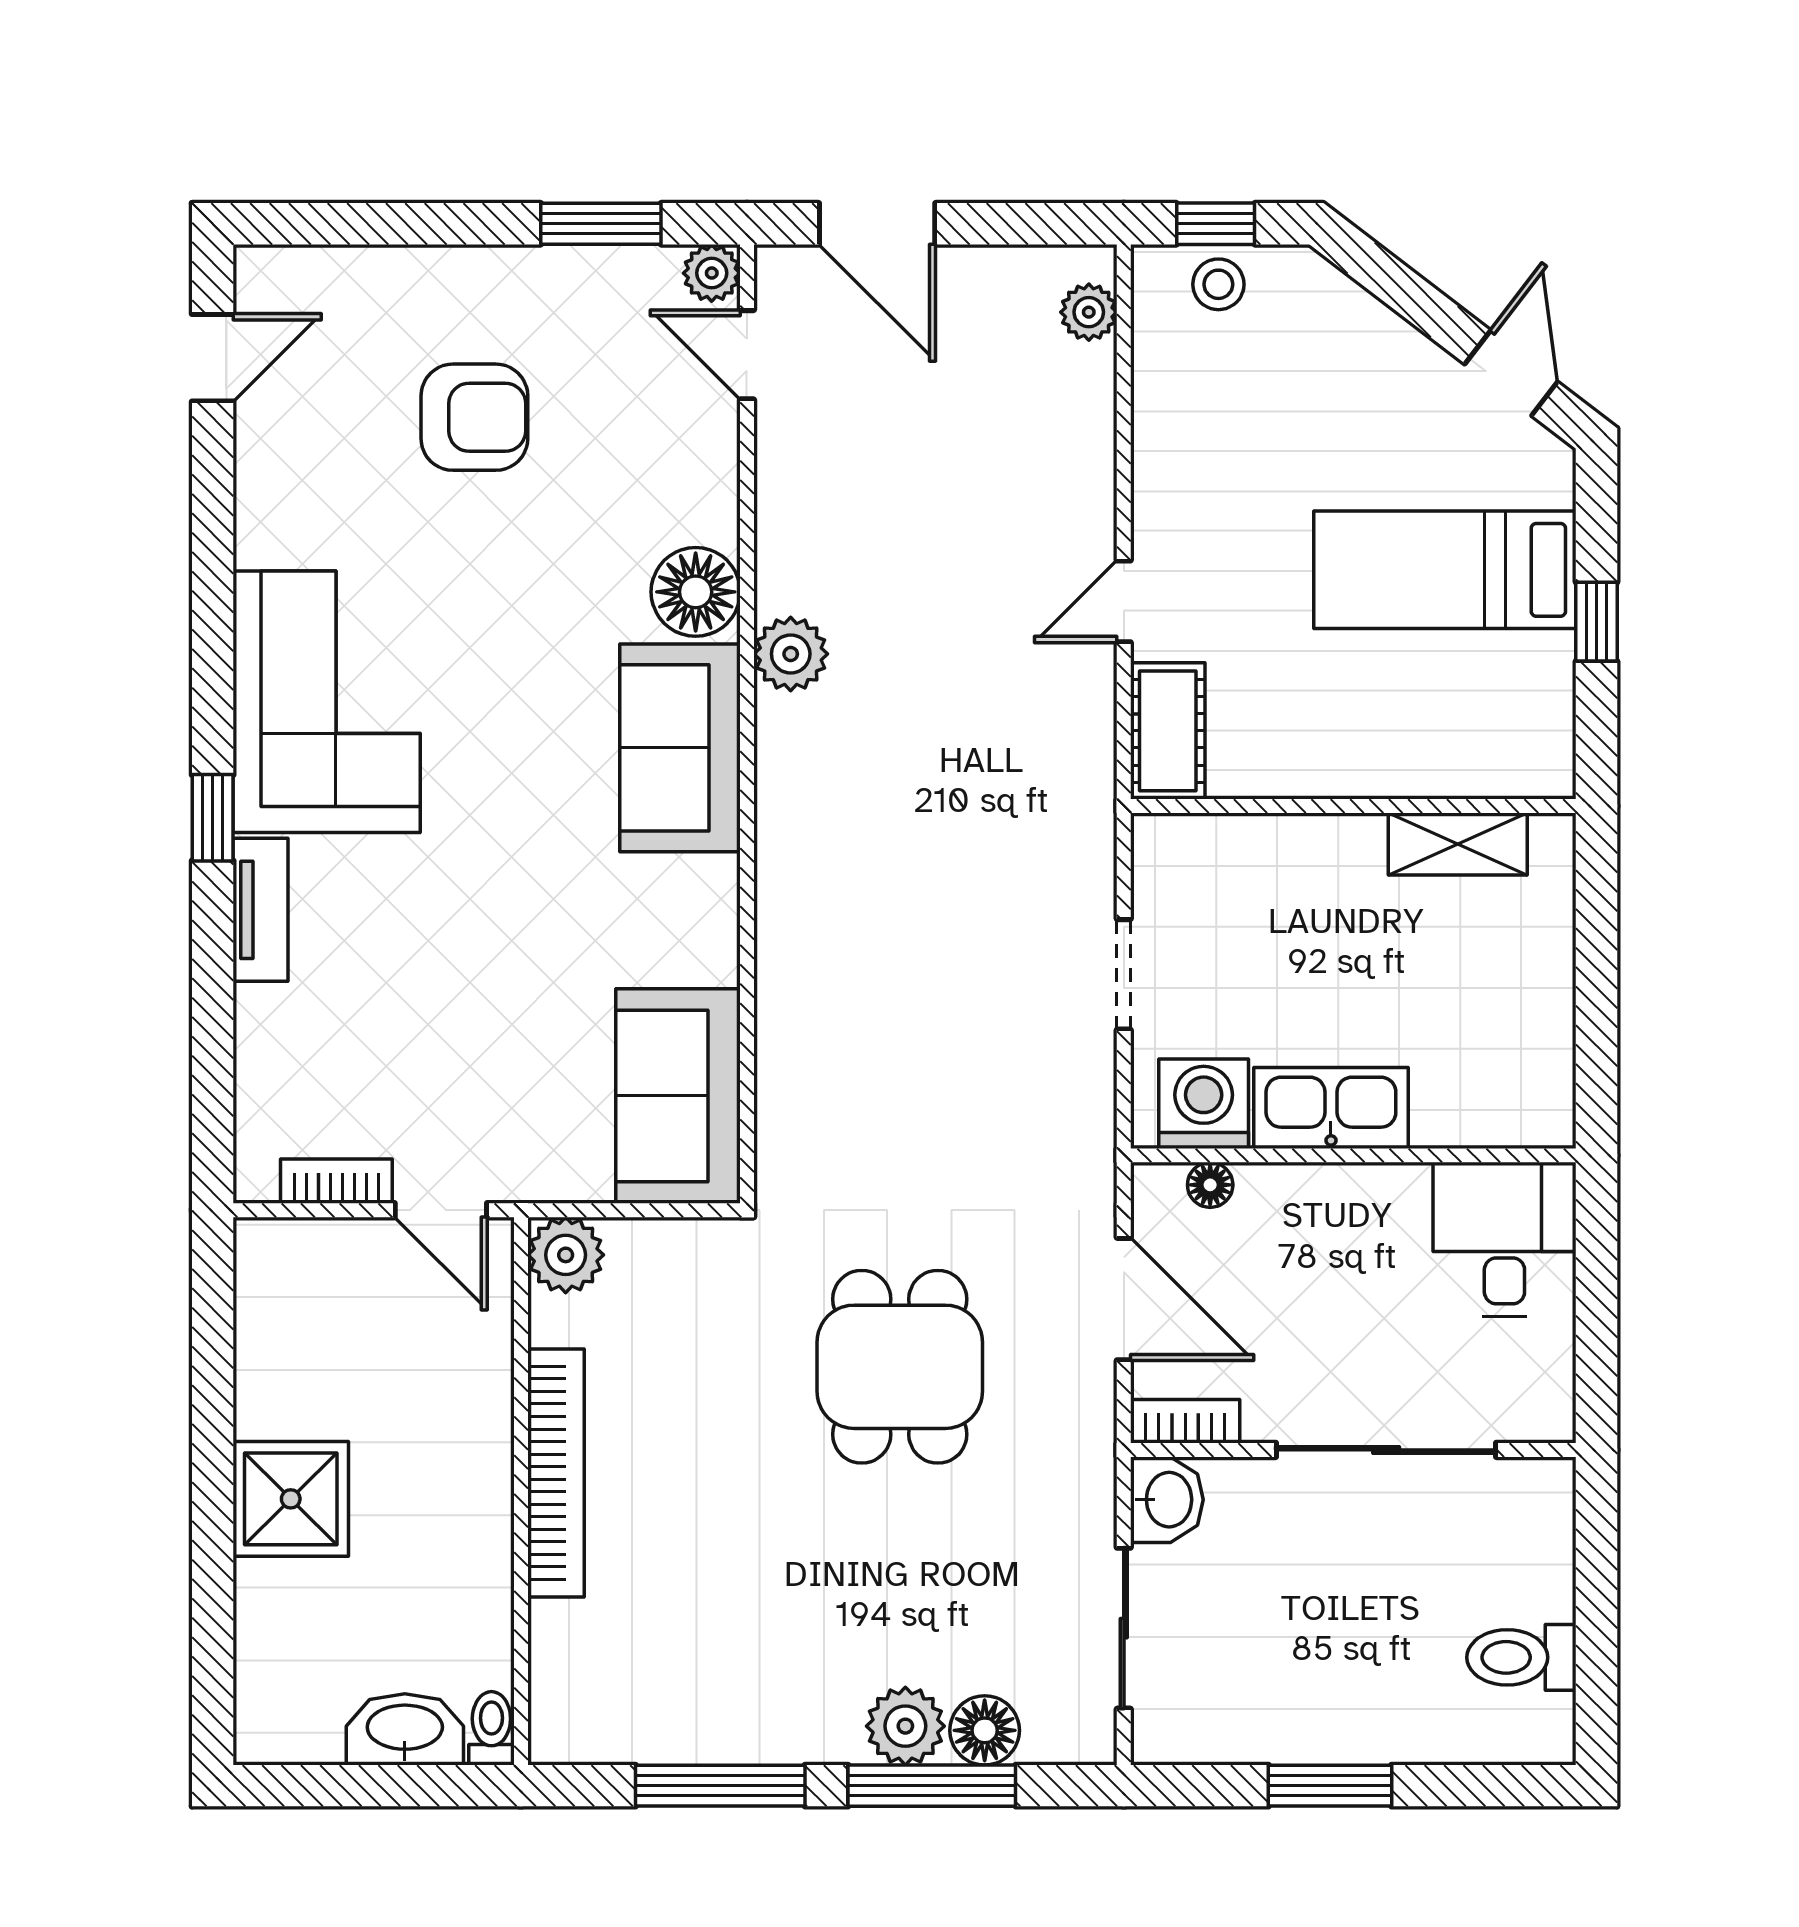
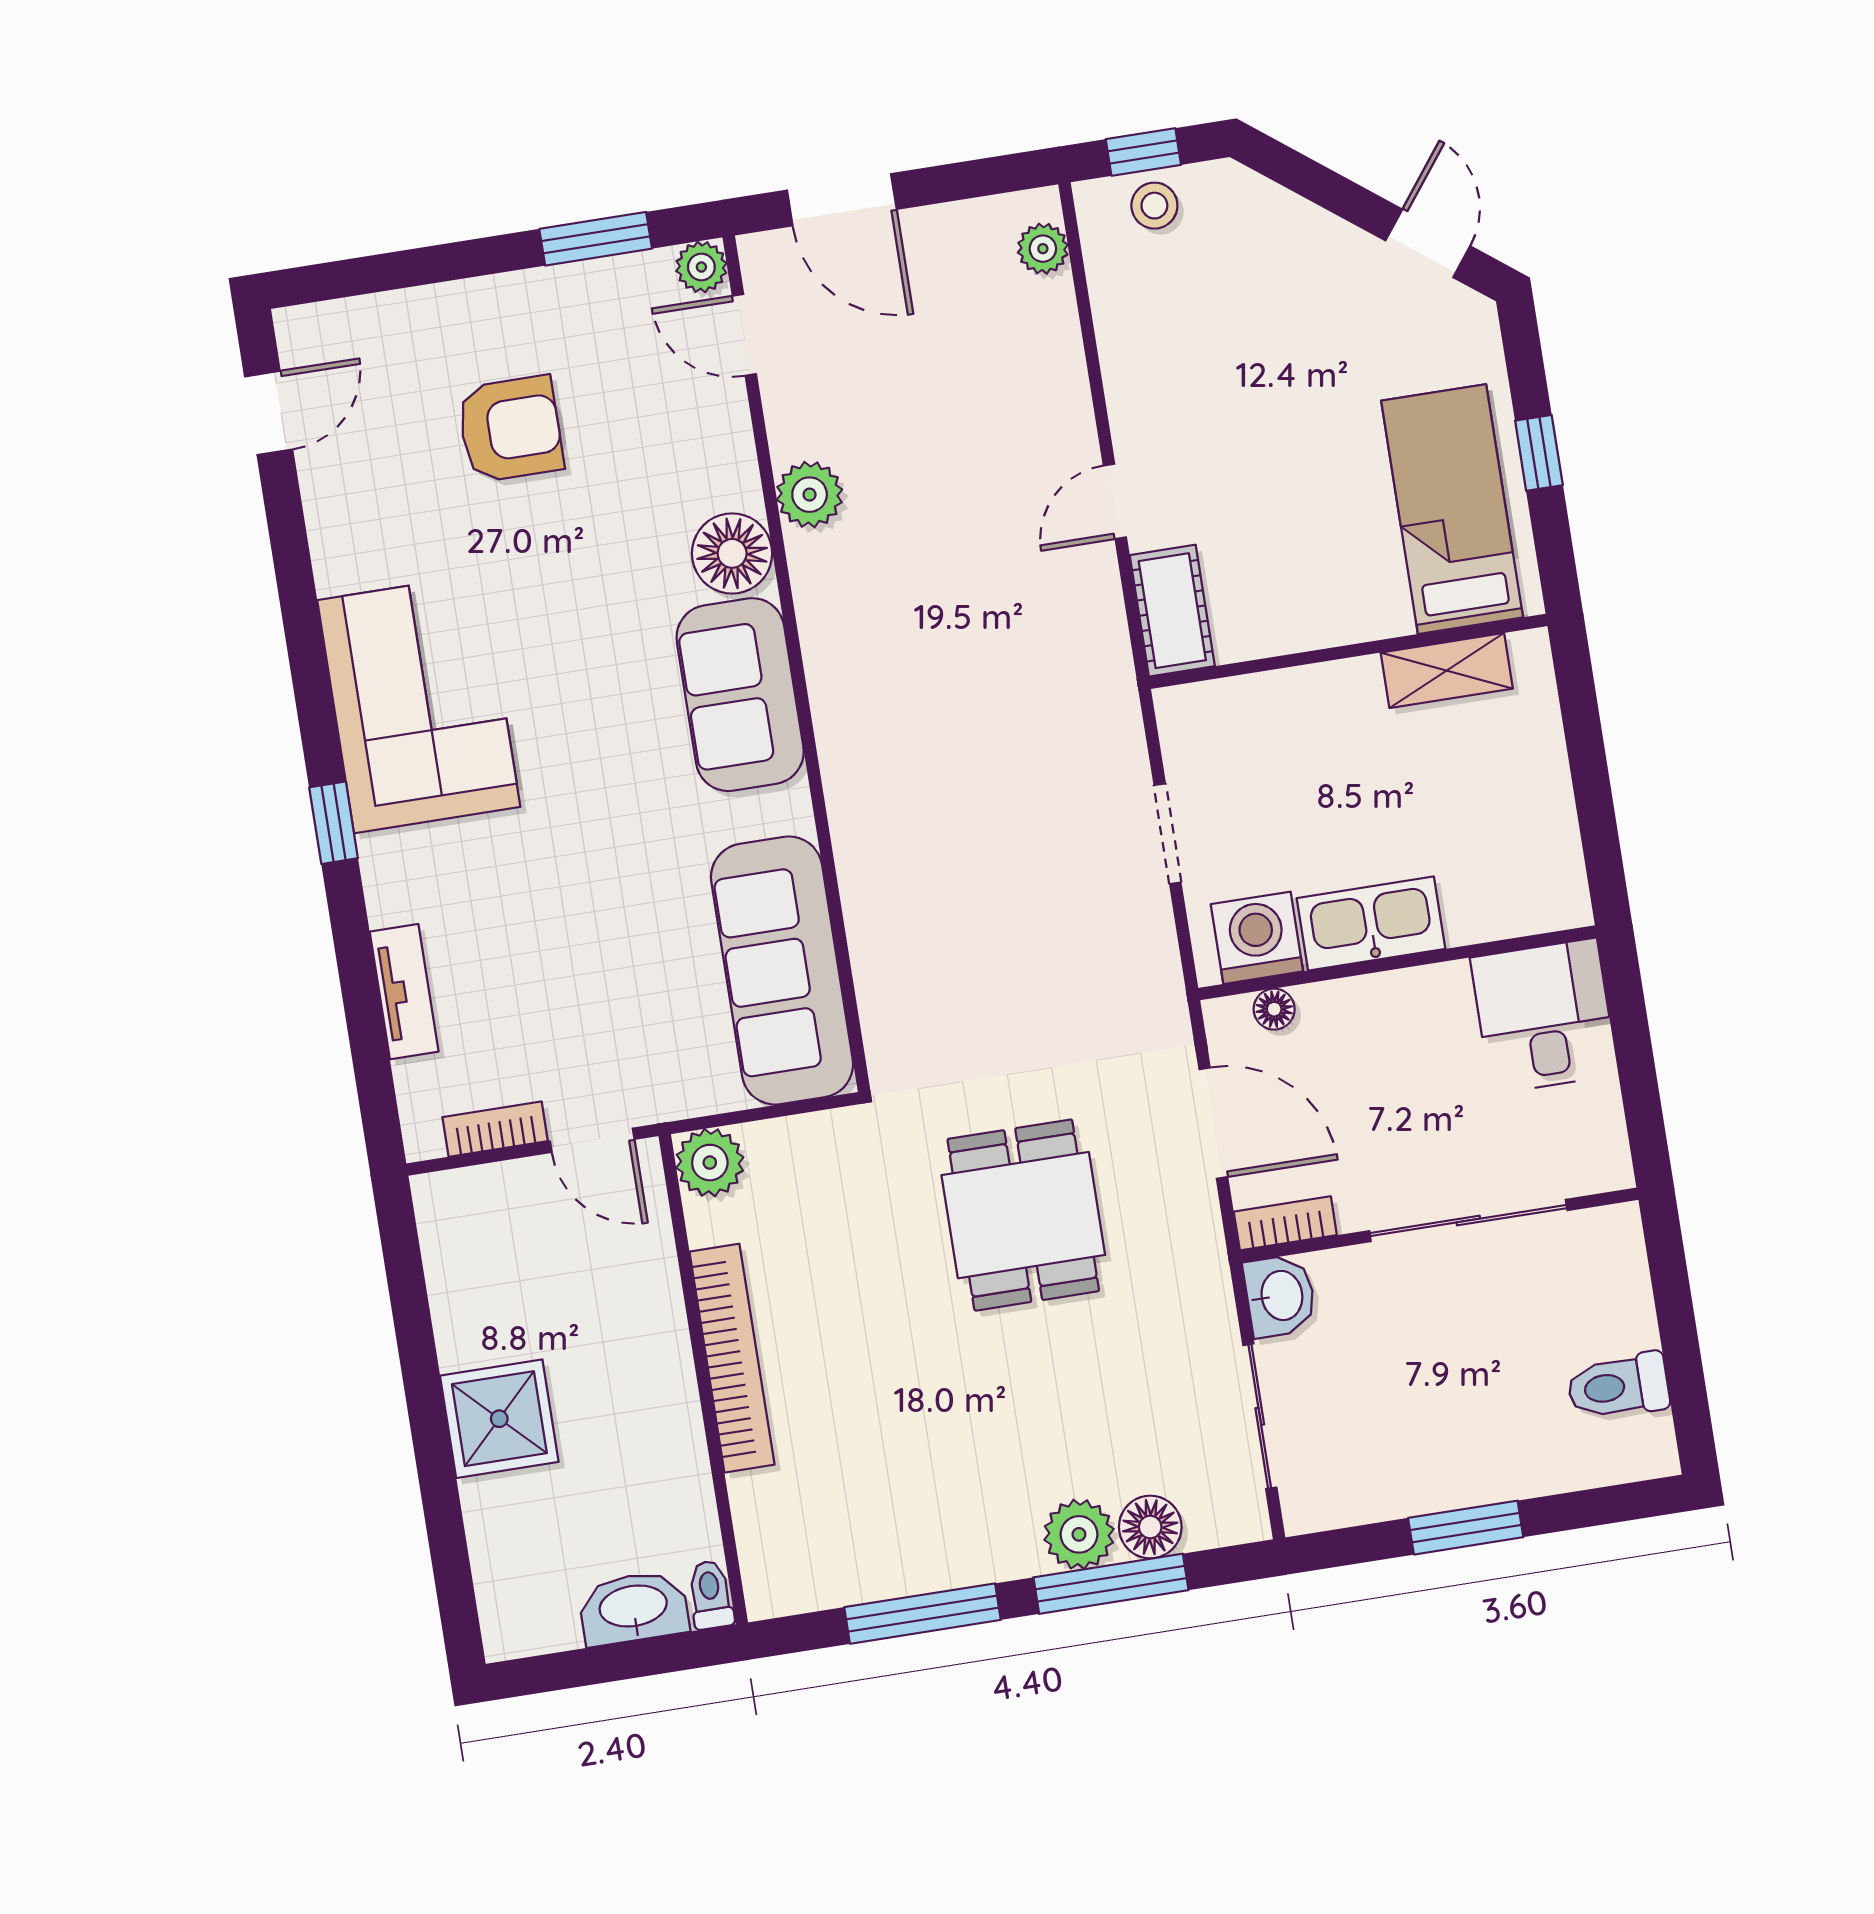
bed: (1445, 570) -> (1452, 509), moved, turned 90
plant: (791, 654) -> (810, 495), moved
tv unit: (261, 910) -> (404, 992), moved
sofa: (678, 1096) -> (782, 971), width x1.36

